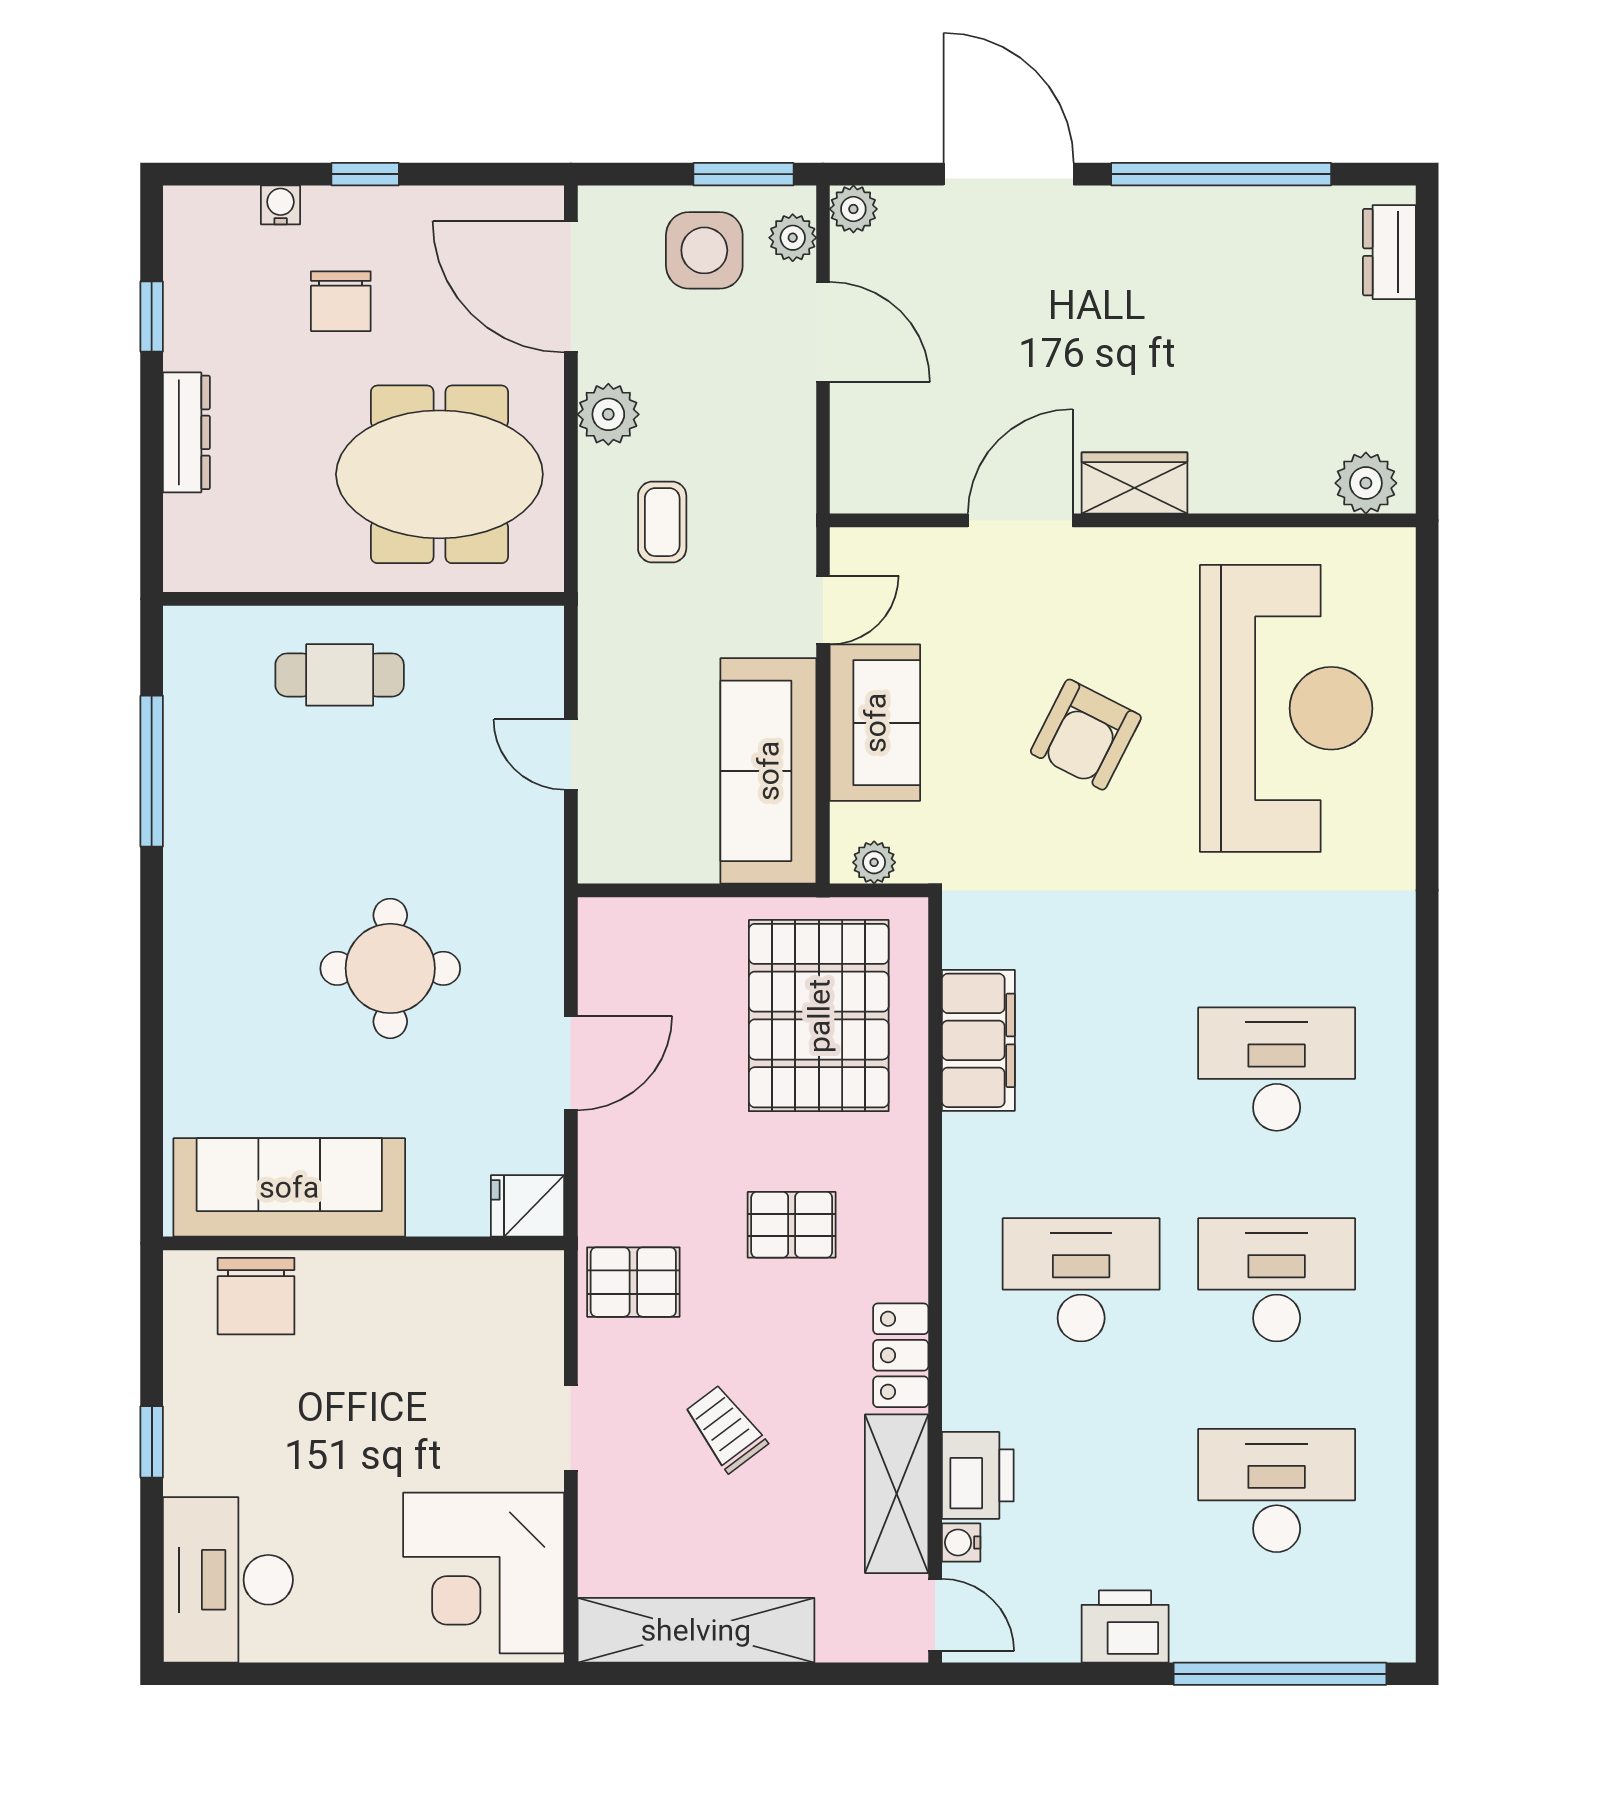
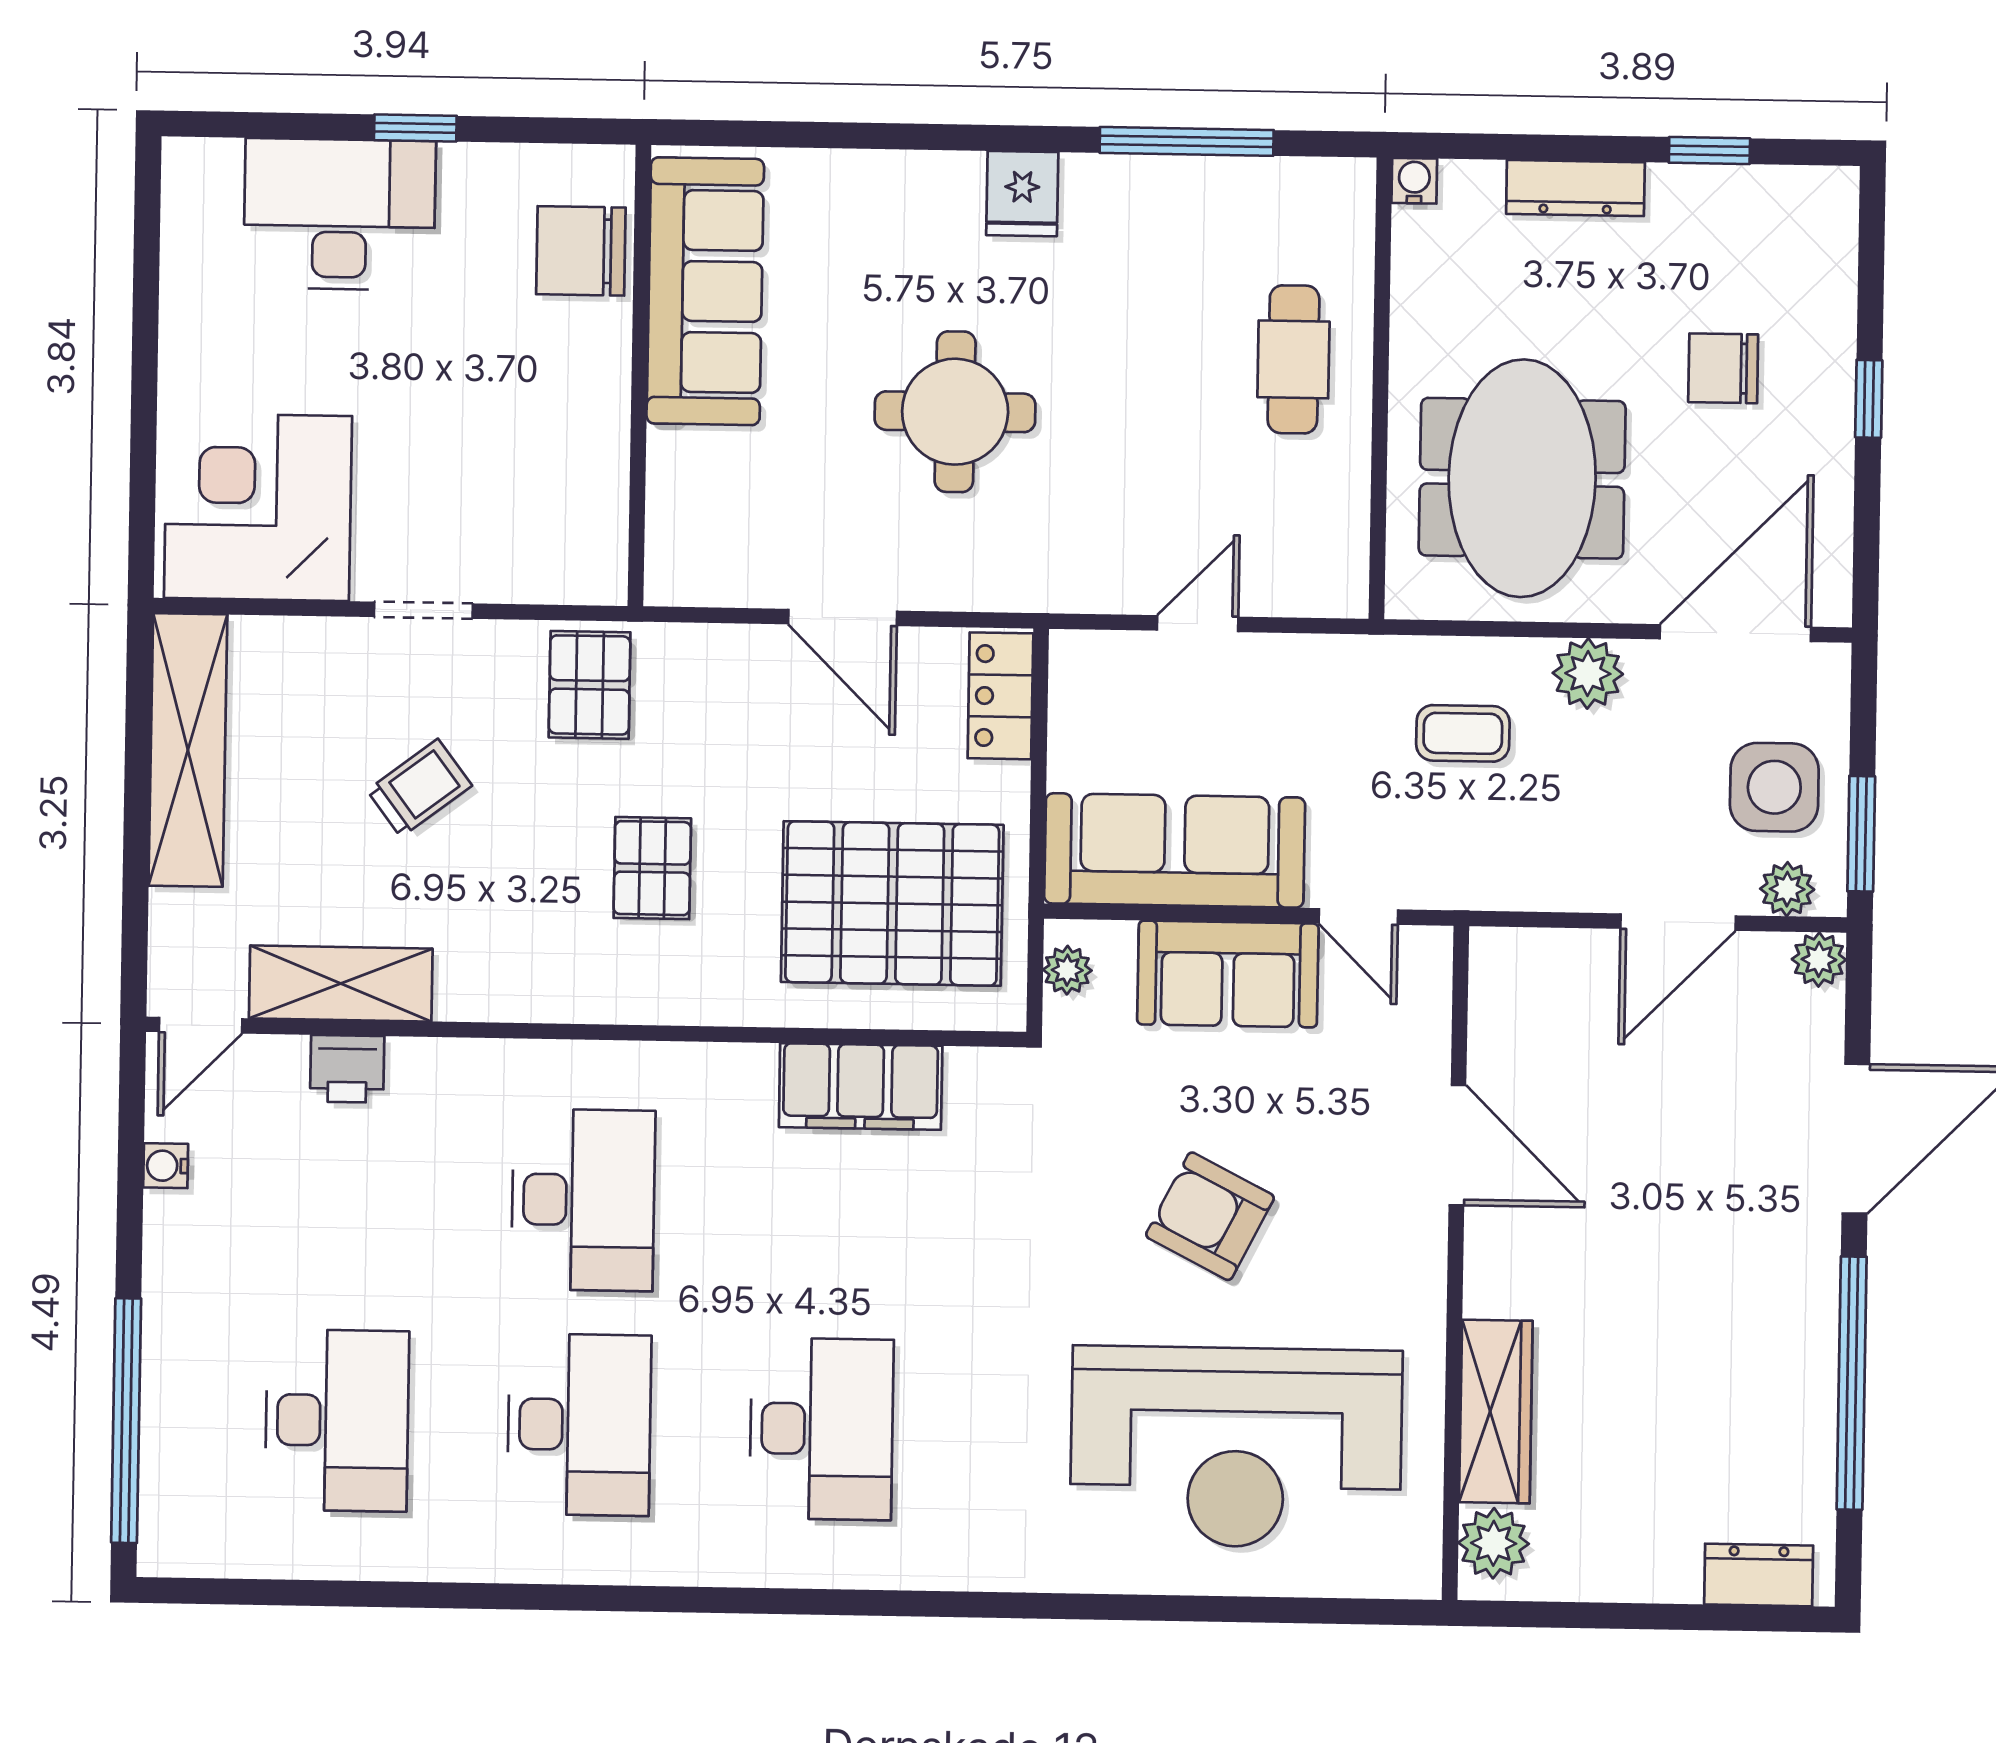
water cooler: (281, 205) -> (1414, 181), moved, turned -90
wardrobe: (1134, 483) -> (1496, 1412), moved, width x1.50
fridge: (527, 1206) -> (1022, 194), moved, turned 180
locker: (901, 1355) -> (1000, 696), moved, turned -90
printer: (978, 1475) -> (347, 1069), width x0.73, depth x0.81
water cooler: (961, 1542) -> (166, 1166), moved, turned -90
desk: (228, 1580) -> (340, 214), moved
printer: (1125, 1626) -> (184, 1243), removed

